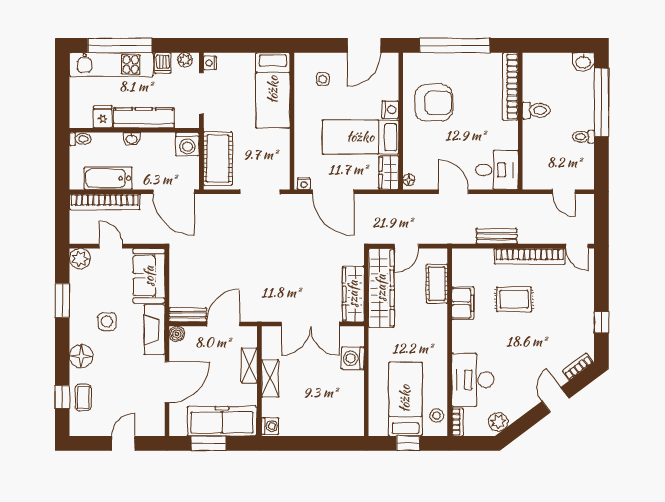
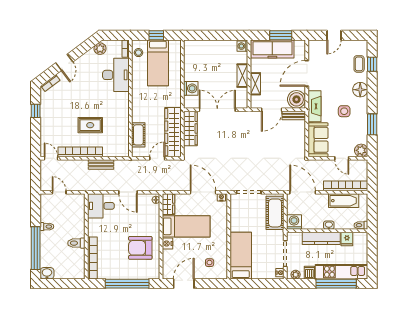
filing cabinet: (463, 303) -> (122, 123), removed
boiler: (177, 334) -> (296, 99), width x1.86, depth x1.86

